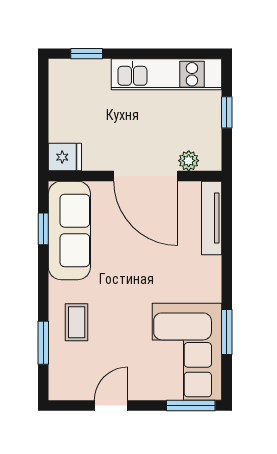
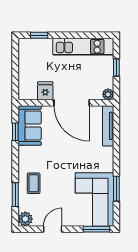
fridge: (65, 157) -> (45, 91), moved, turned -90
plant: (189, 161) -> (108, 94), moved
sofa: (69, 230) -> (30, 125), width x0.73
plant: (61, 387) -> (25, 219), added

